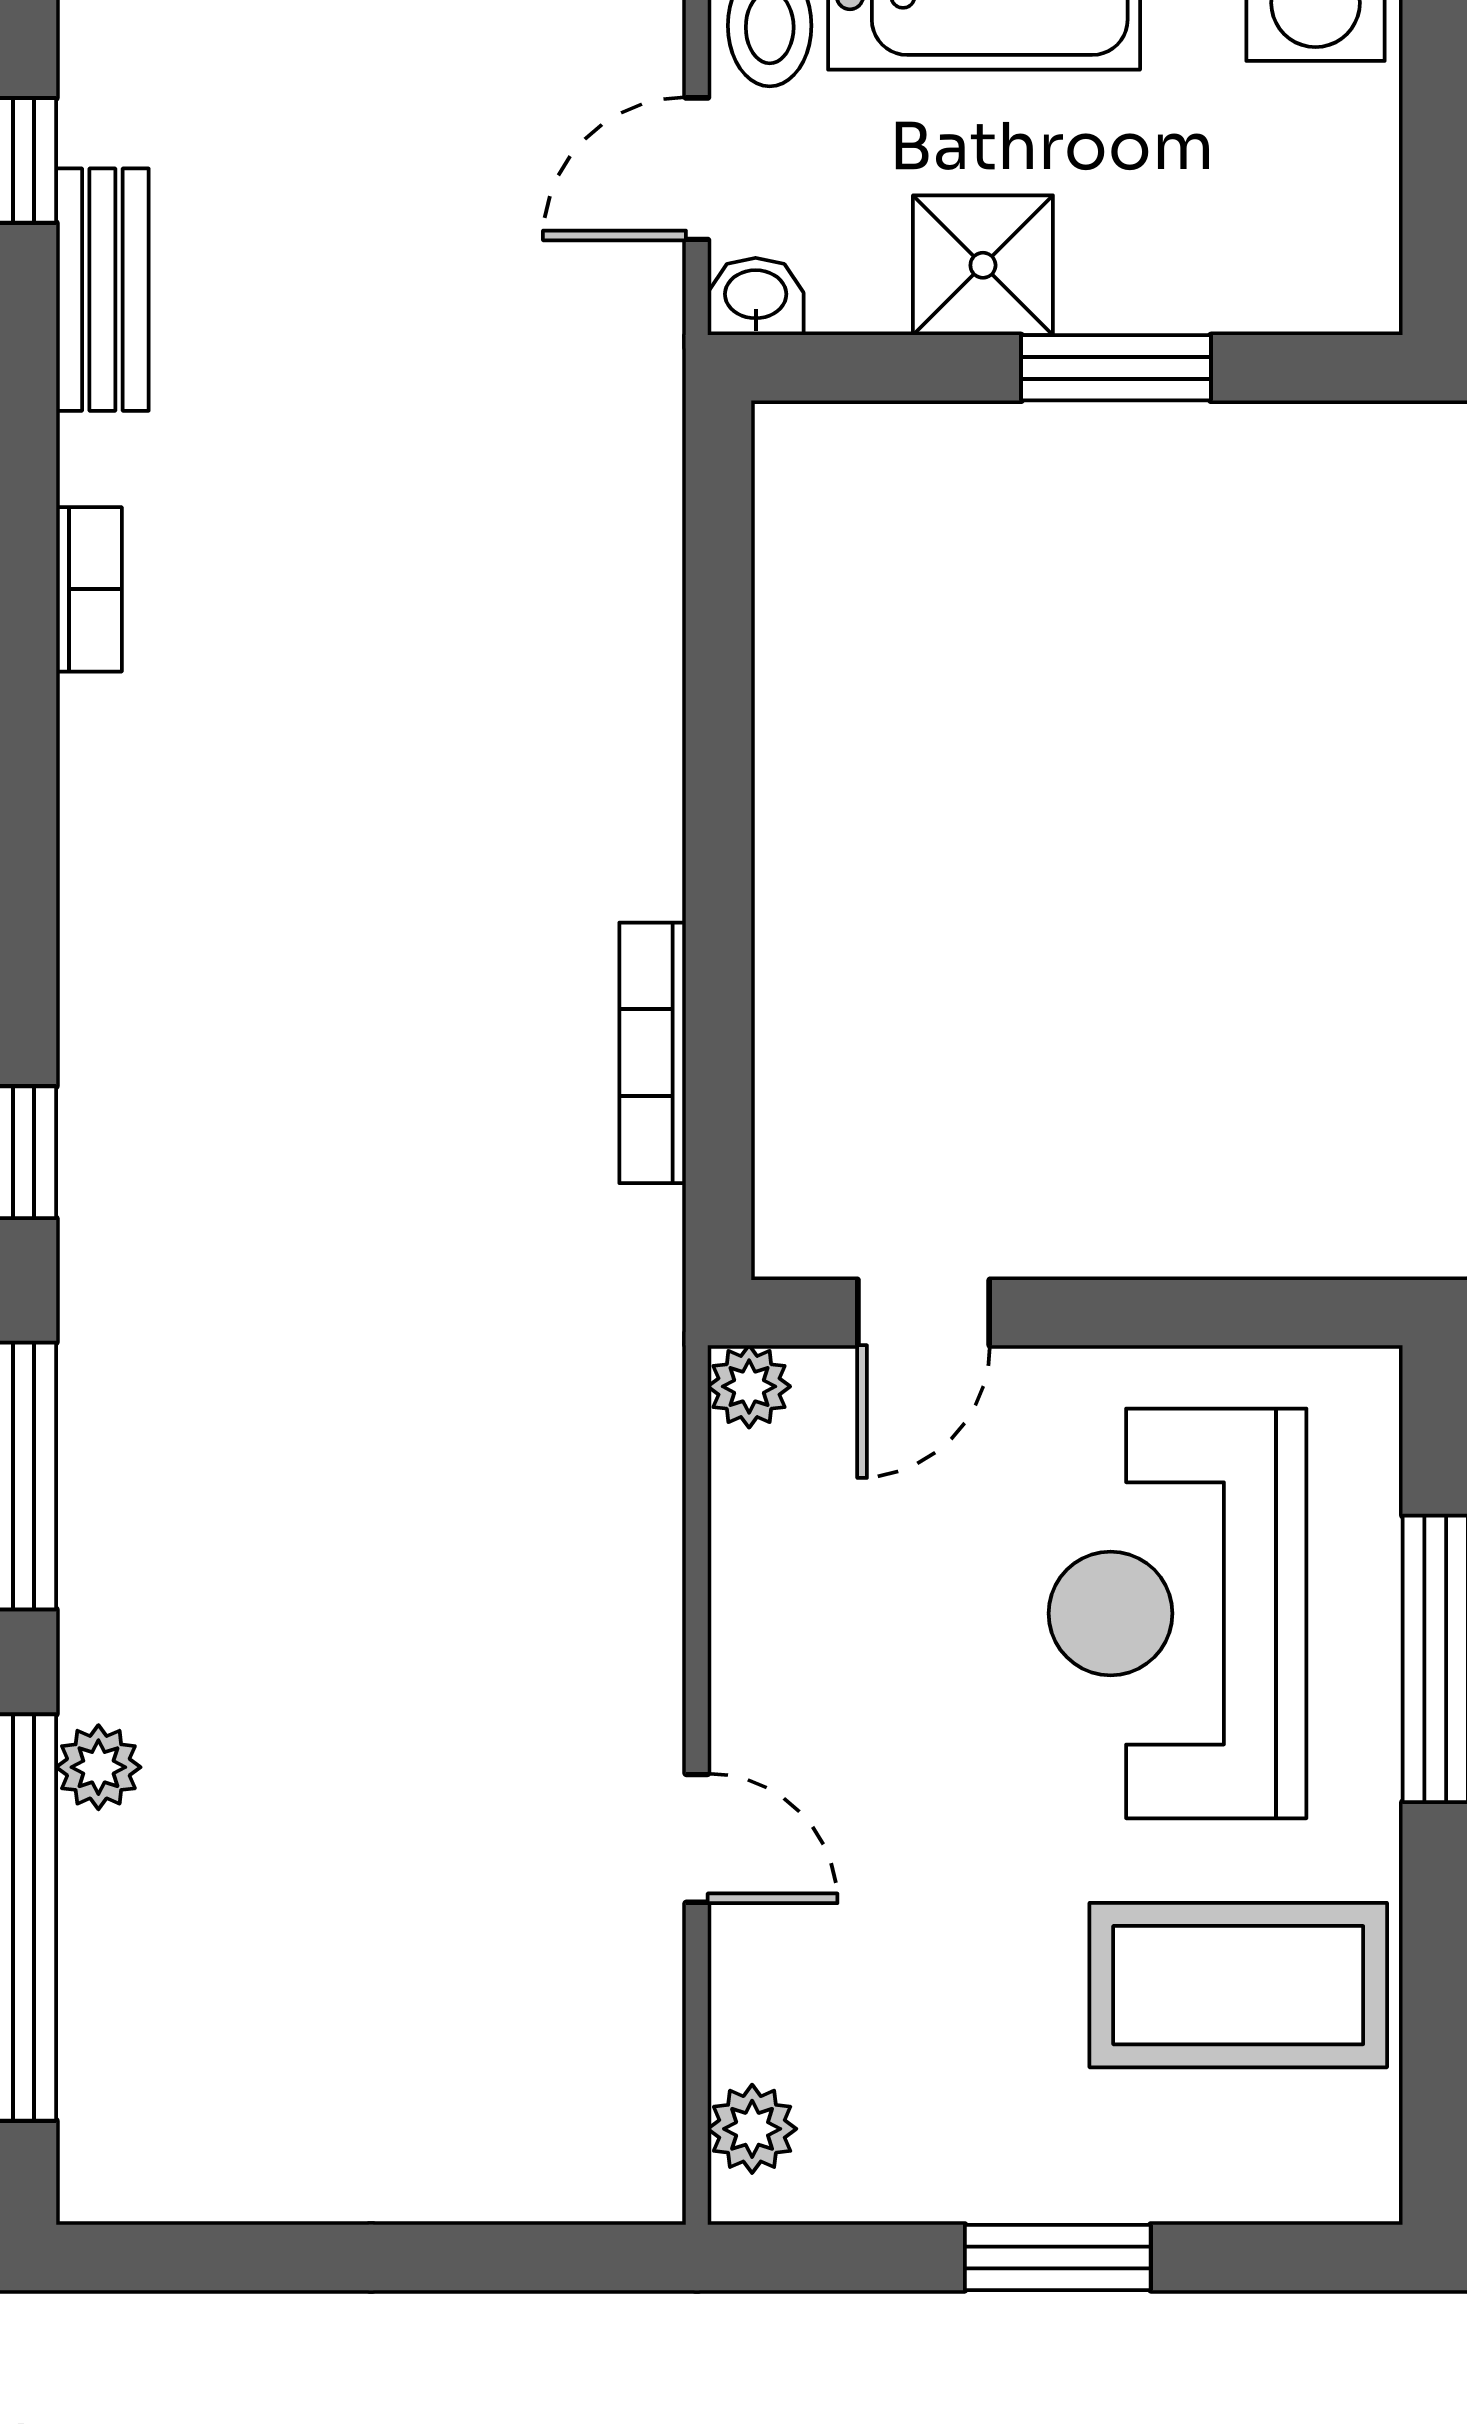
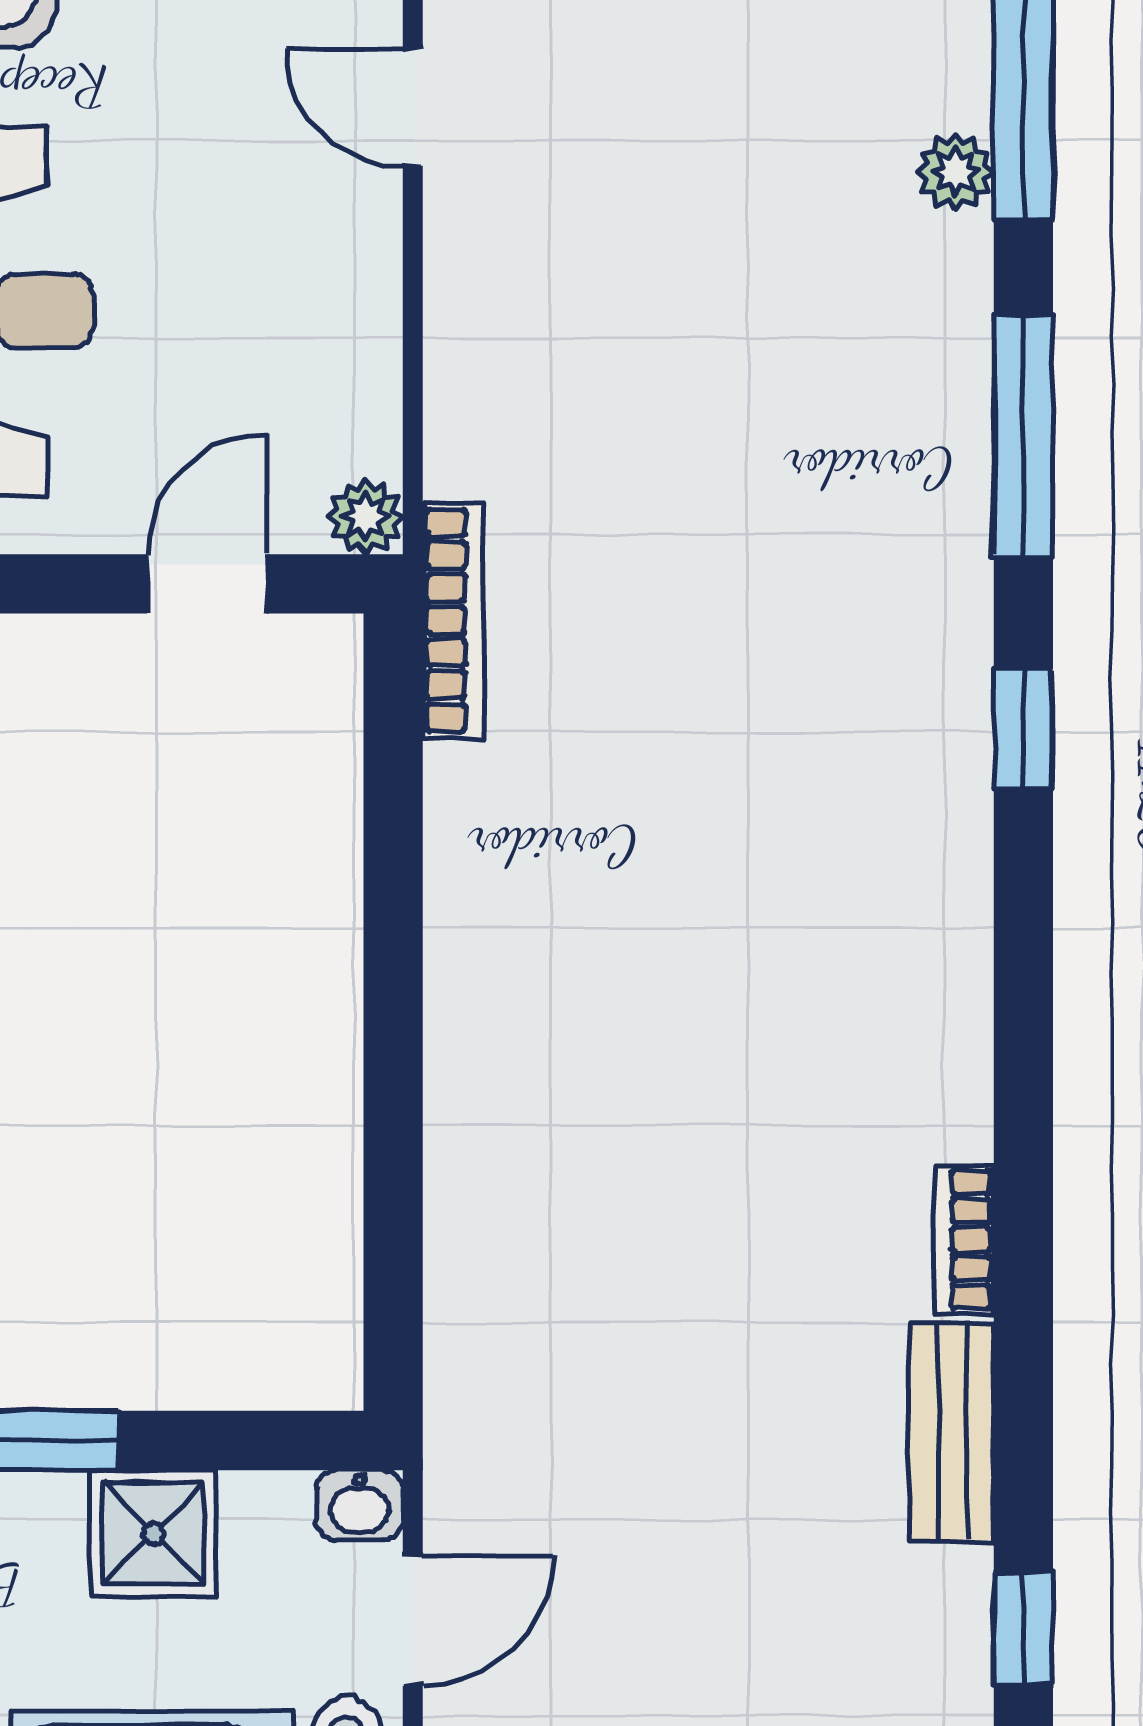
bench: (102, 290) -> (952, 1432), moved
bookcase: (653, 1053) -> (453, 620), moved

